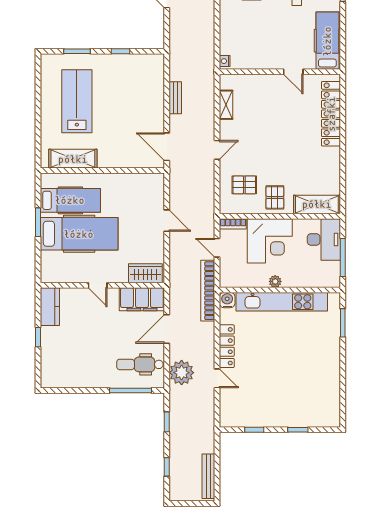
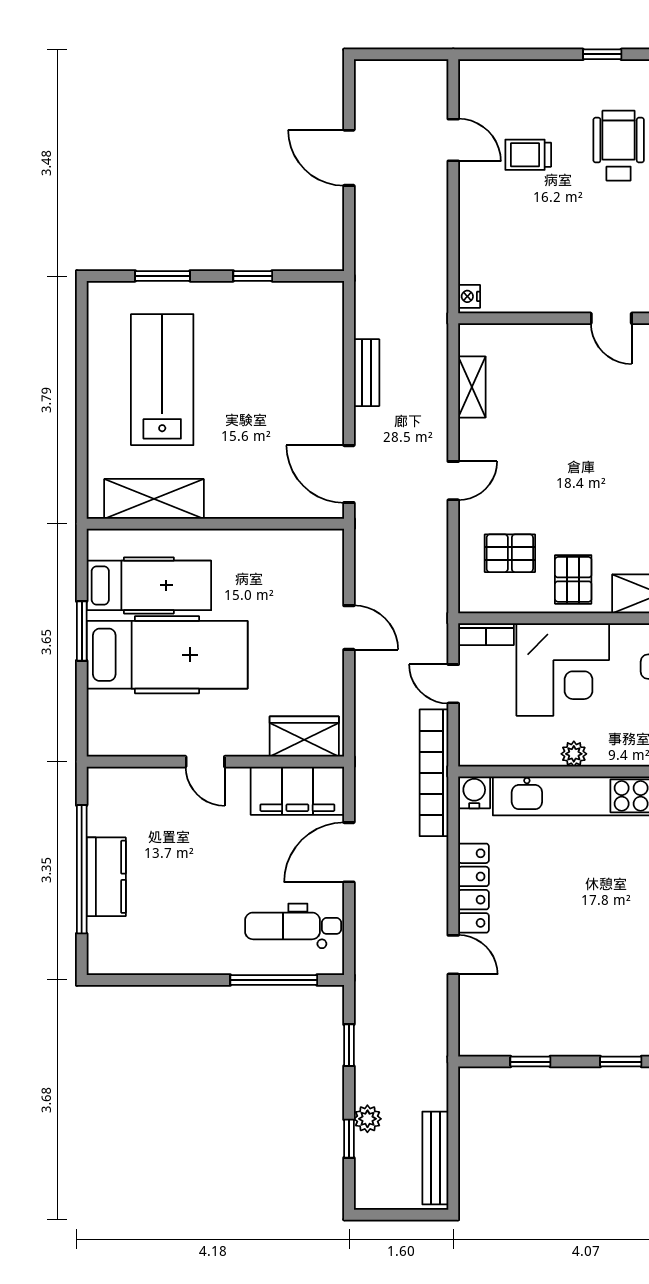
kitchen counter: (50, 307) -> (106, 877), moved
window: (38, 337) -> (82, 869), width x3.17
plant: (182, 373) -> (367, 1119), moved, width x0.53, depth x0.53

